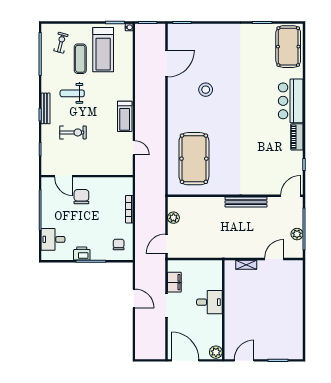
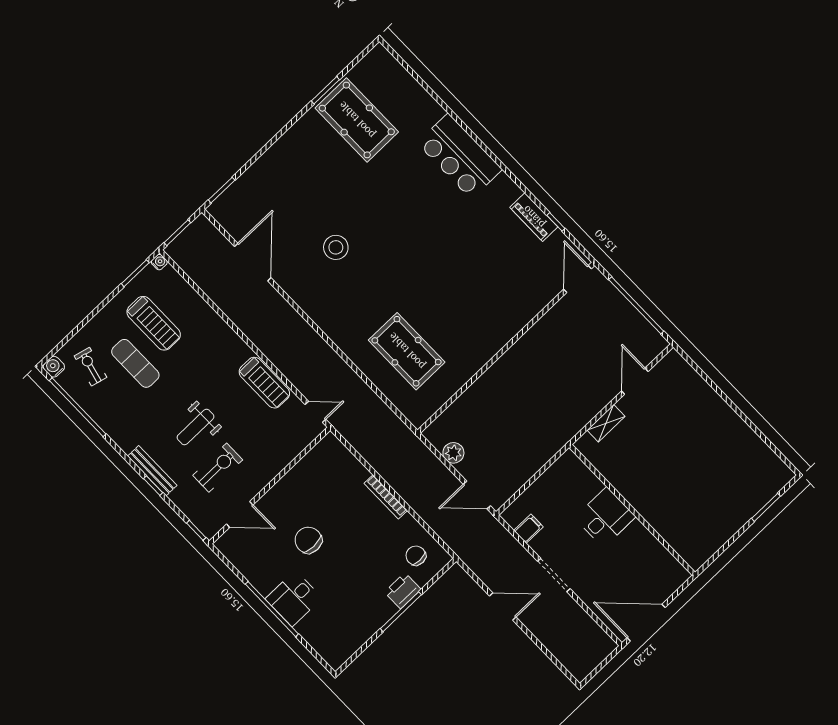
water cooler: (46, 29) -> (54, 367), added
pool table: (288, 47) -> (357, 120), moved
treadmill: (103, 50) -> (154, 323), width x0.73, depth x0.73
weight bench: (72, 93) -> (195, 427), moved
piano: (297, 137) -> (534, 217), moved
pool table: (194, 159) -> (407, 351), width x0.73, depth x0.76
door: (64, 176) -> (240, 515), moved
wall: (87, 176) -> (270, 486), moved
bench: (246, 202) -> (528, 343), removed
plant: (297, 234) -> (633, 320), removed
desk: (53, 239) -> (294, 598), moved
door: (167, 244) -> (477, 495), hinge flipped
printer: (82, 253) -> (403, 591), moved
filing cabinet: (174, 282) -> (529, 529), width x0.50
plant: (216, 352) -> (675, 574), removed
door: (244, 360) -> (722, 549), removed

